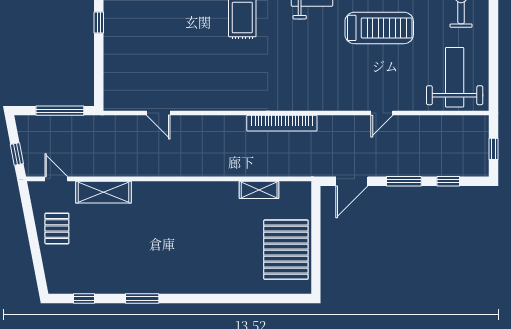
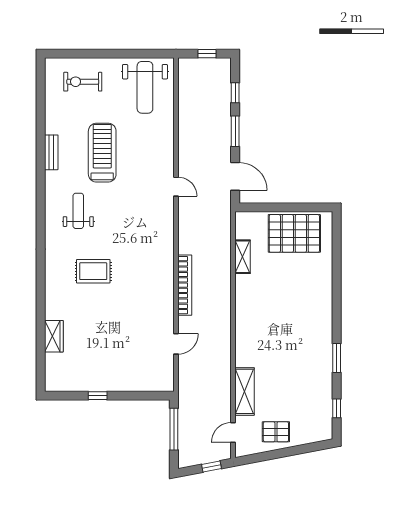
weight bench: (455, 77) -> (145, 87), turned -90
door: (382, 113) -> (176, 187), moved
bookcase: (282, 123) -> (185, 285), moved

